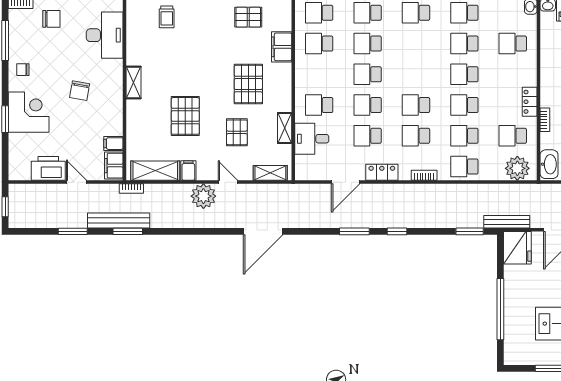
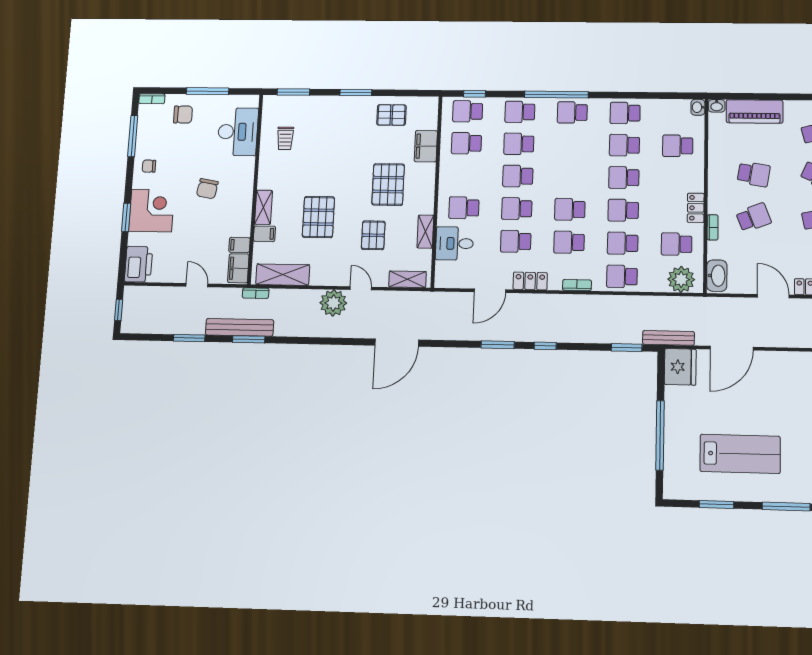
trolley: (167, 17) -> (285, 138), moved
shelving: (134, 83) -> (263, 207), moved
printer: (48, 168) -> (139, 264), moved, turned 90
filing cabinet: (188, 171) -> (264, 234), moved, turned 90

